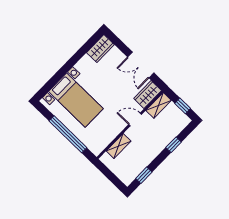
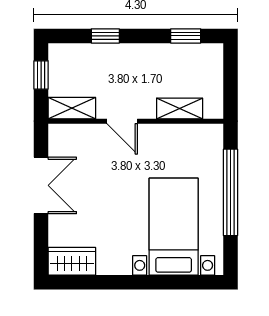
wardrobe: (148, 94) -> (72, 137), removed

